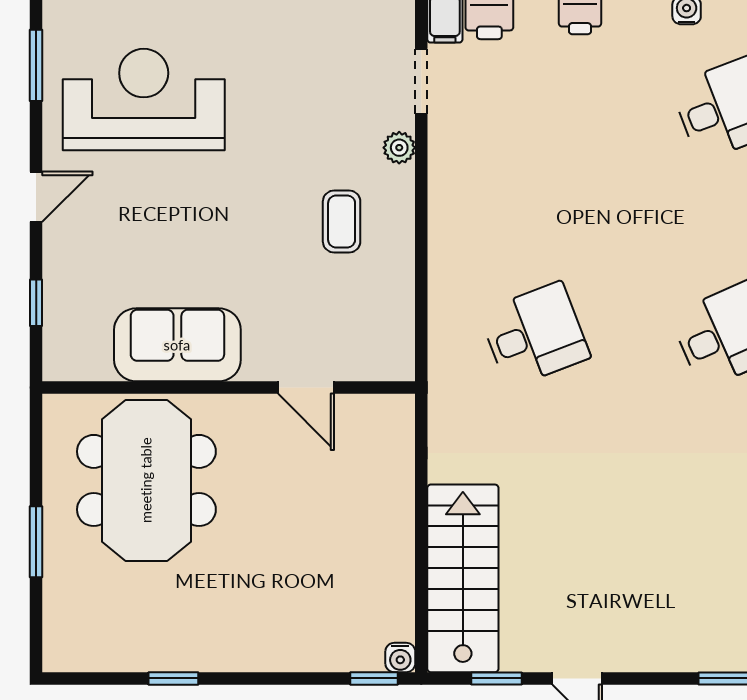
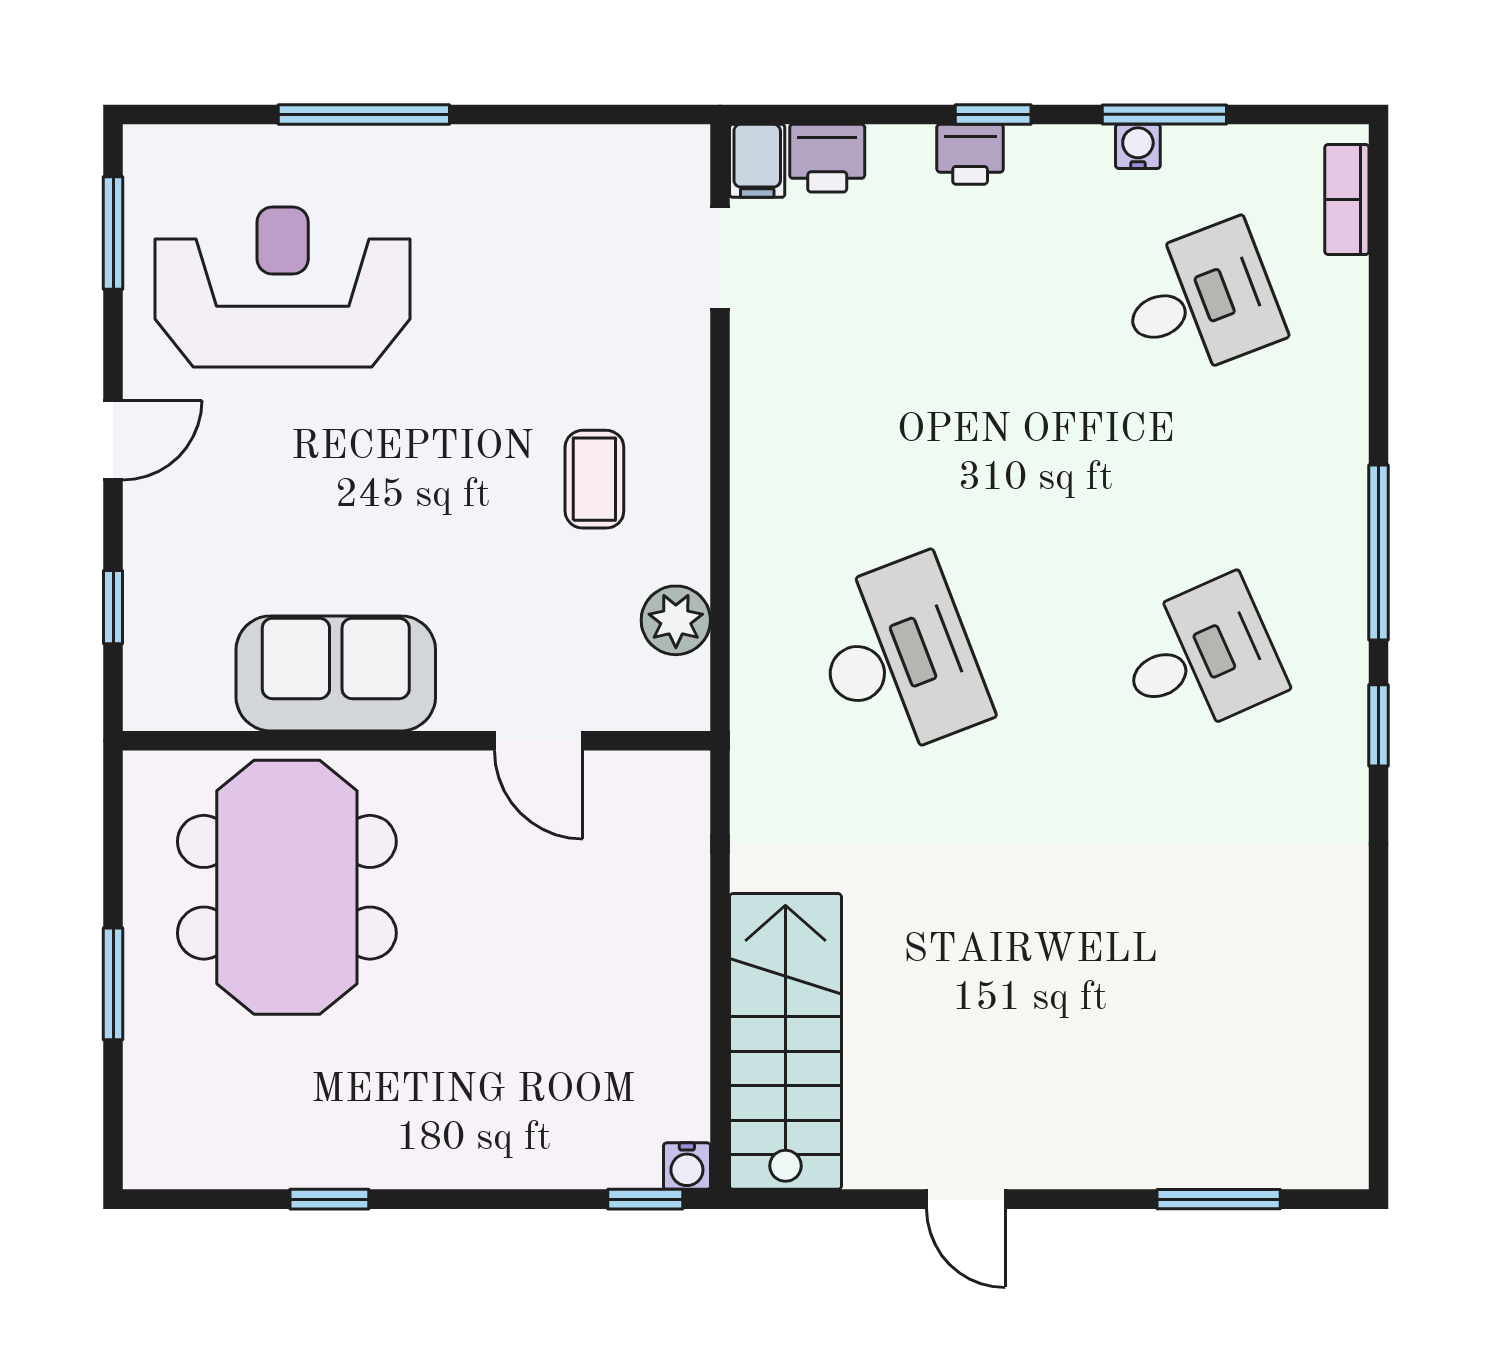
plant: (399, 148) -> (676, 620), moved, width x1.38, depth x1.38
desk: (535, 335) -> (898, 658), width x1.37
window: (496, 678) -> (838, 1199), removed

